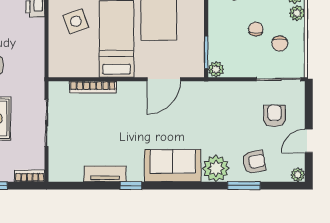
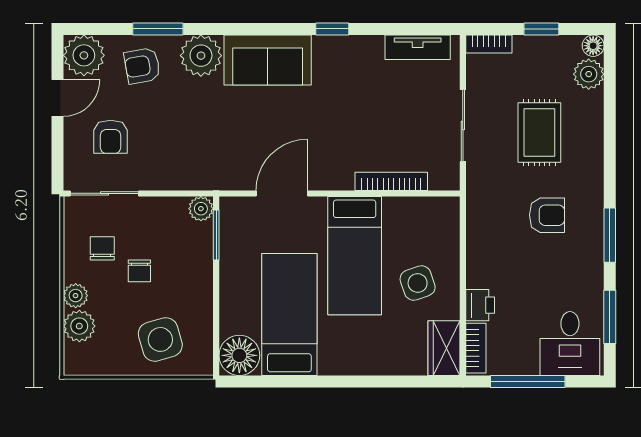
tv unit: (105, 174) -> (418, 47), moved
plant: (298, 175) -> (84, 55), width x1.88, depth x1.88

